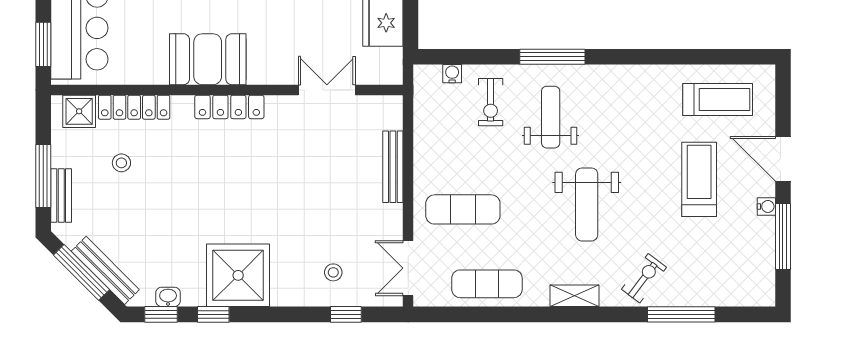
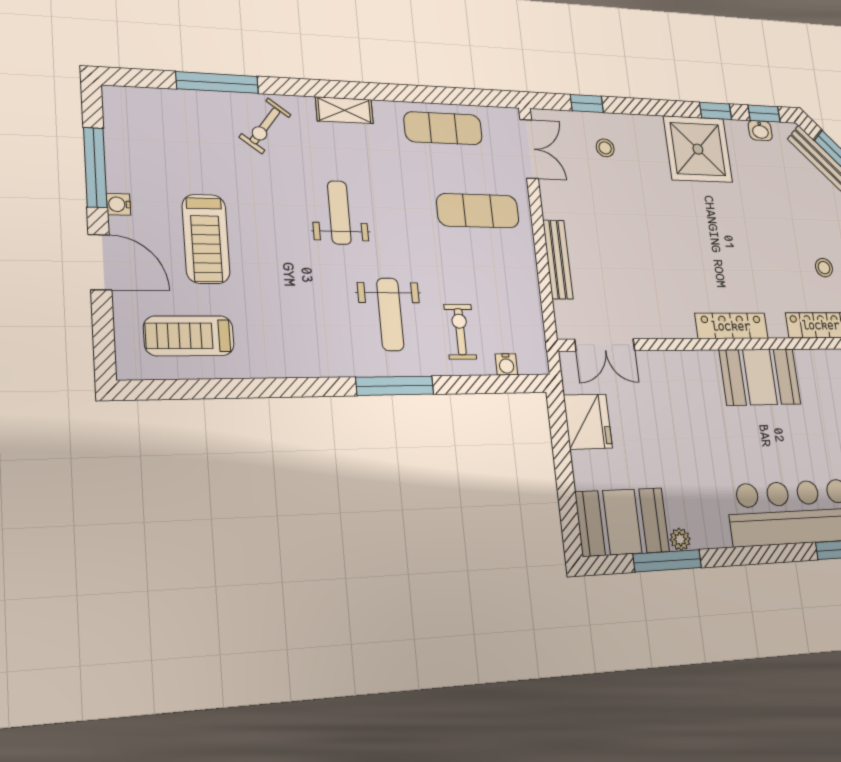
double door: (327, 90) -> (605, 345), moved
weight bench: (587, 204) -> (339, 213), width x0.73, depth x0.75

